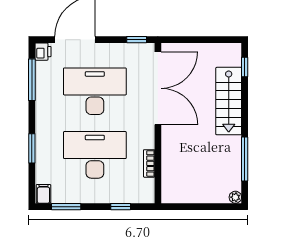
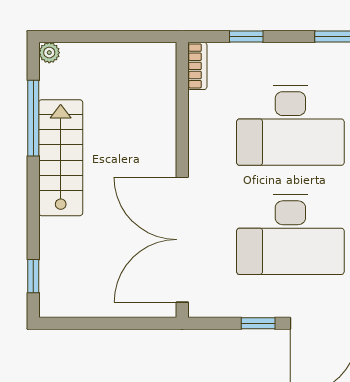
window: (137, 40) -> (258, 323), moved
stairs: (229, 101) -> (61, 158), moved
bookcase: (149, 163) -> (197, 66), moved

